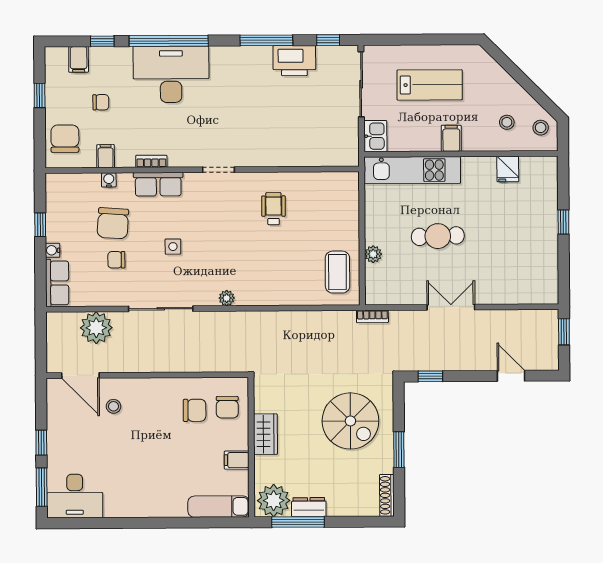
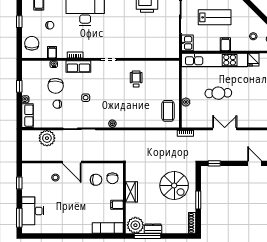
kitchen unit: (412, 170) -> (214, 60), width x1.36
door: (80, 375) -> (72, 162), moved
window: (41, 443) -> (19, 183), moved
desk: (75, 496) -> (33, 211), moved, turned 90

